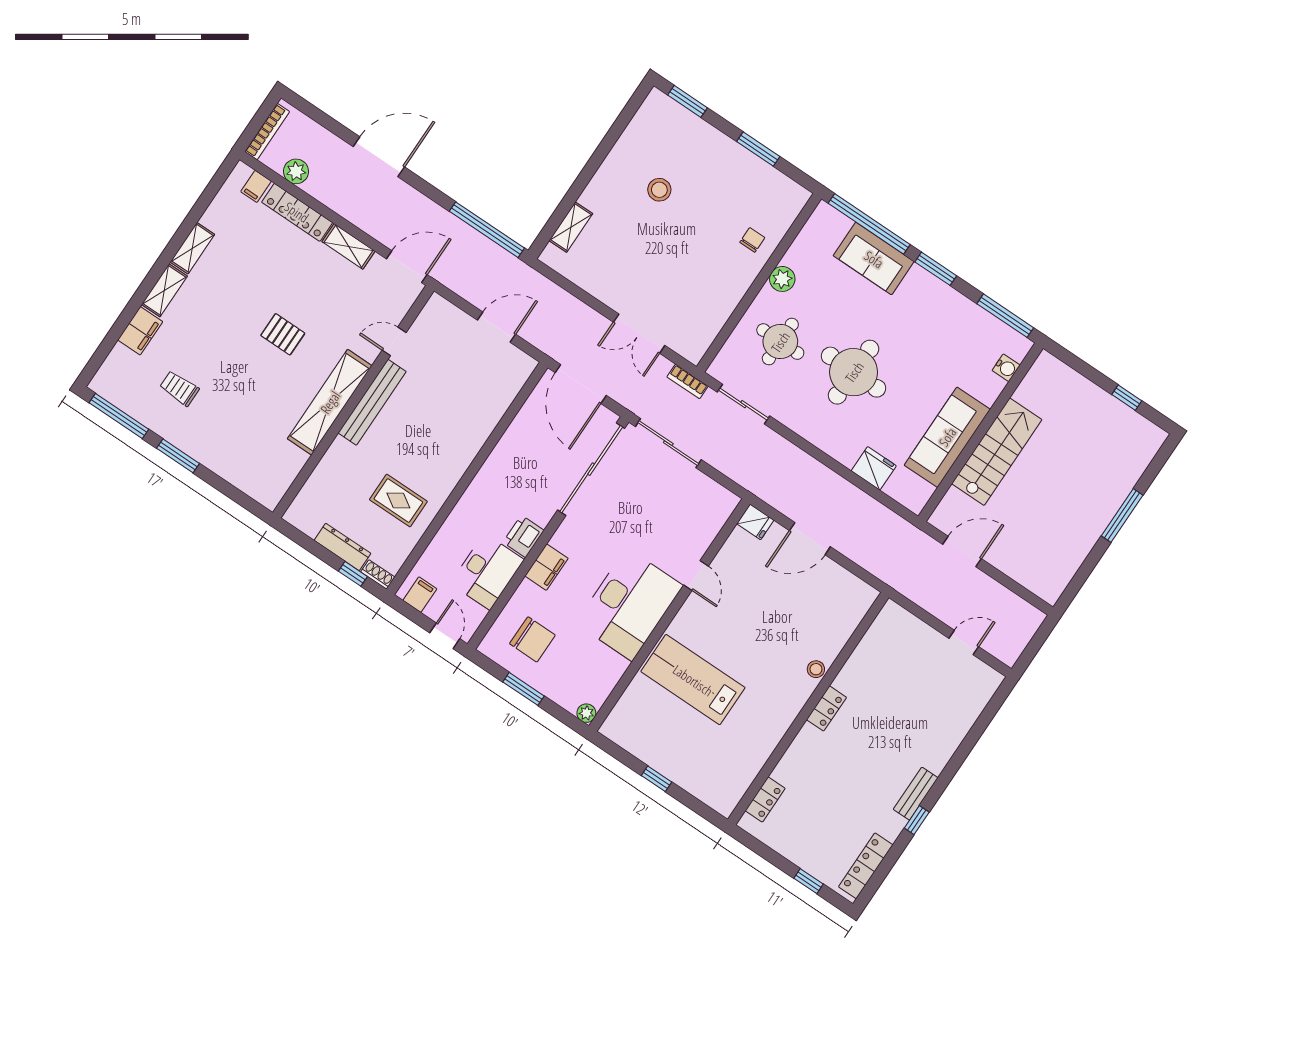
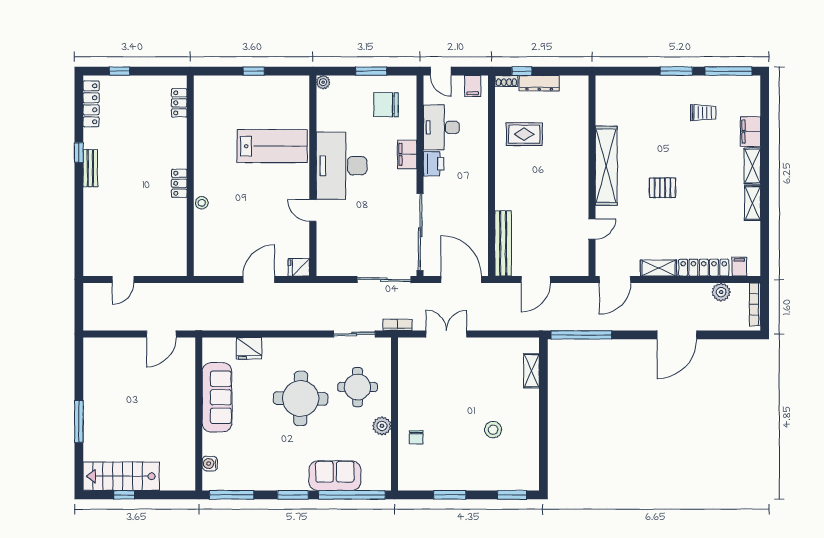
bench: (372, 402) -> (503, 243), moved
stairs: (997, 452) -> (121, 476), moved, turned 90

